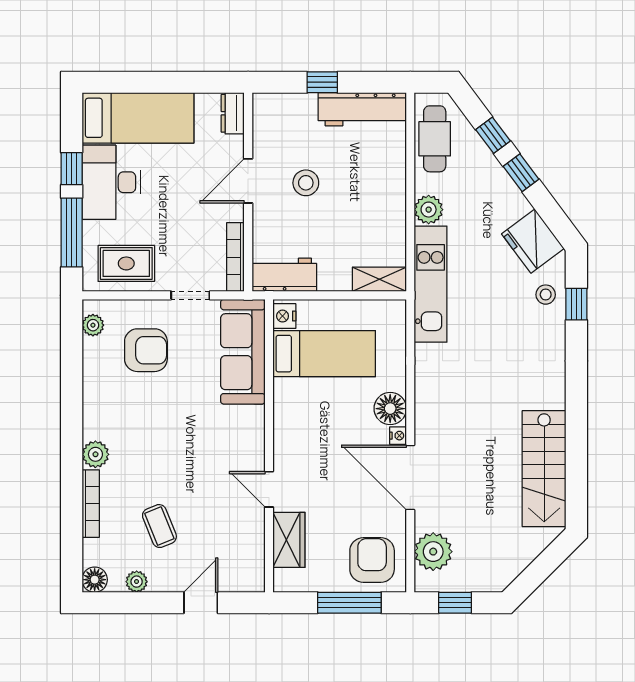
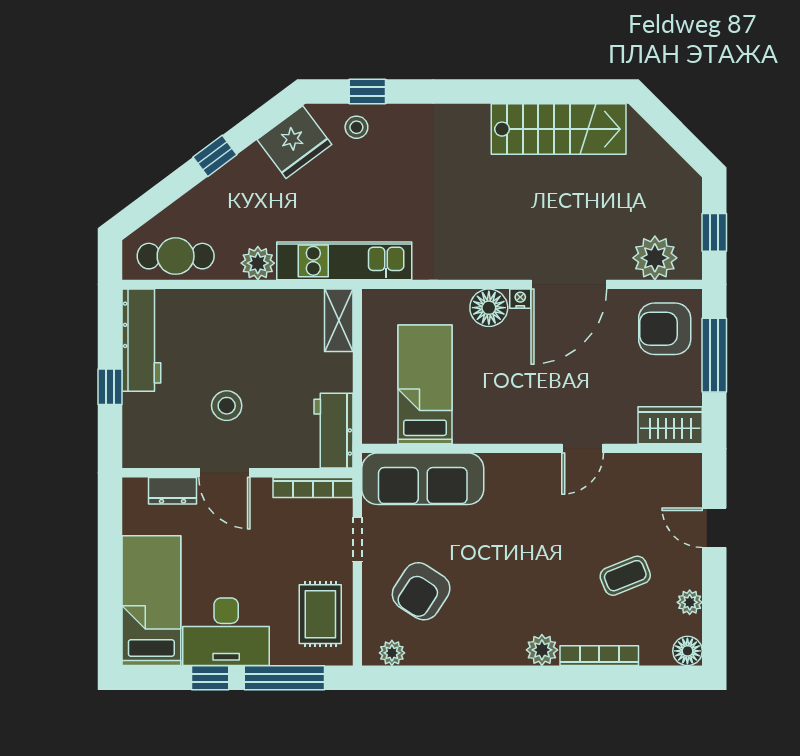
dresser: (233, 113) -> (173, 491), moved
window: (493, 135) -> (171, 188), removed
nightstand: (284, 316) -> (381, 431), removed
armchair: (146, 350) -> (421, 591), turned -147
wardrobe: (289, 540) -> (670, 425), moved

